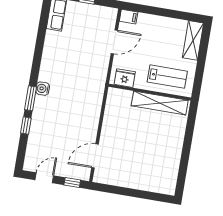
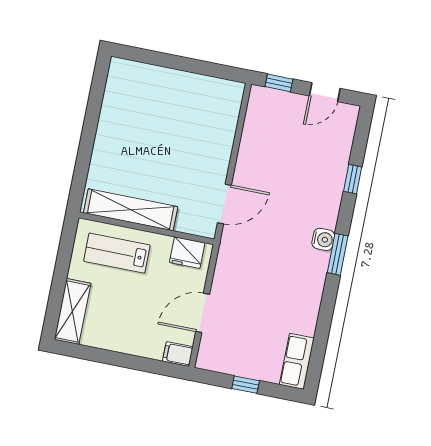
window: (31, 98) -> (338, 254), moved
door: (95, 156) -> (224, 204), moved

